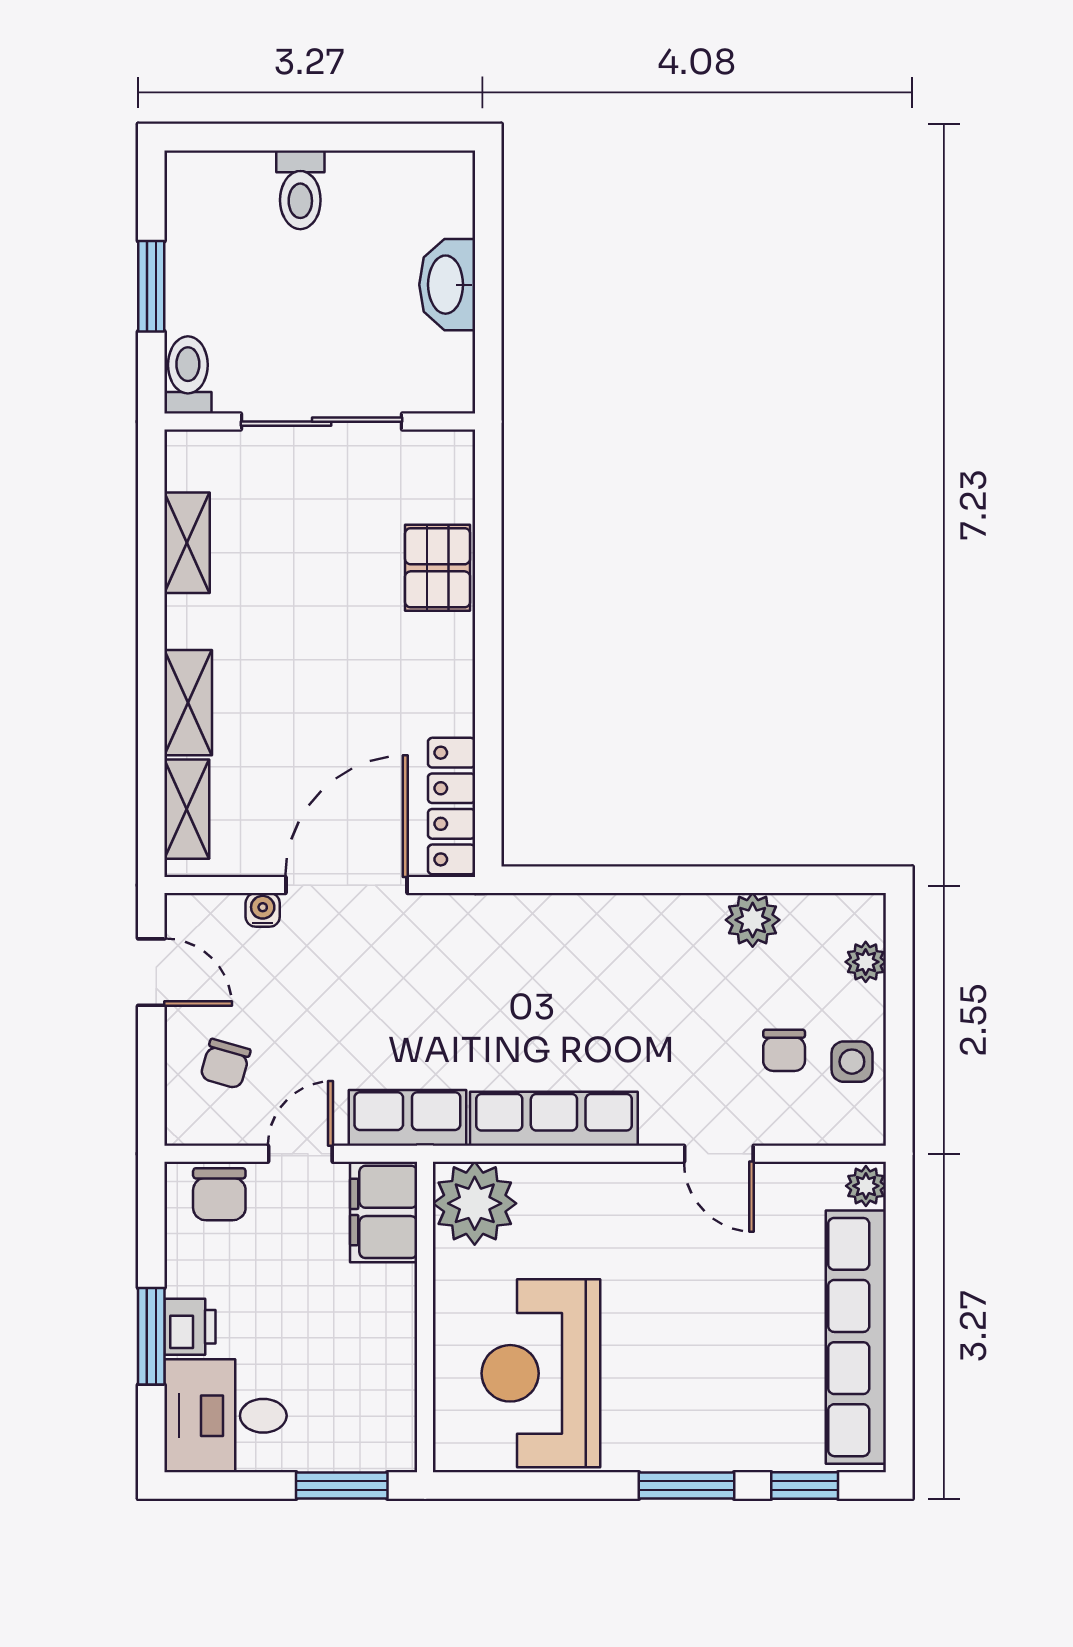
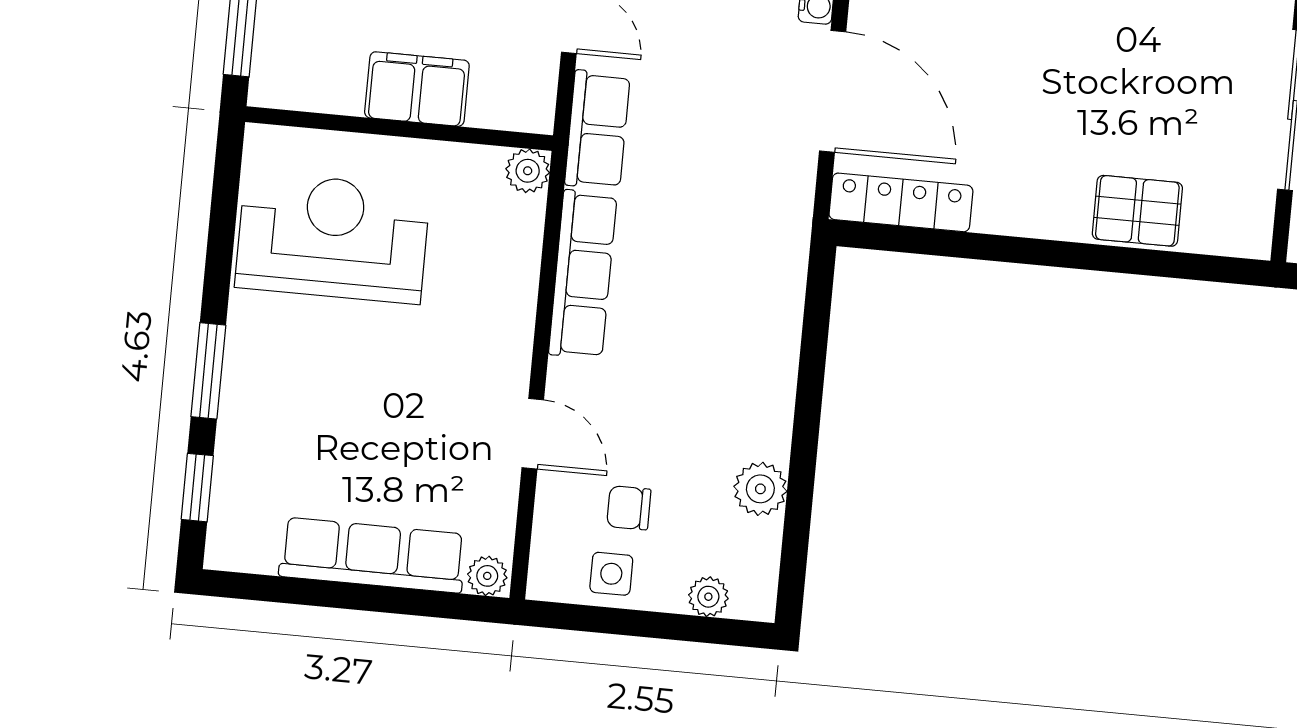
door: (719, 1154) -> (533, 434), swing flipped
plant: (475, 1203) -> (528, 171), width x0.53, depth x0.53
filing cabinet: (384, 1212) -> (417, 89), moved
row of seats: (856, 1337) -> (373, 555), width x0.73

